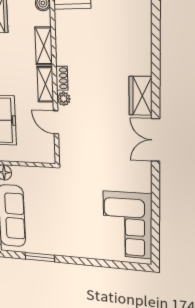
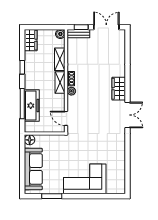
door: (56, 122) -> (66, 118), moved
double door: (156, 140) -> (128, 115), swing flipped
corner sofa: (127, 225) -> (85, 179), moved, turned 90

